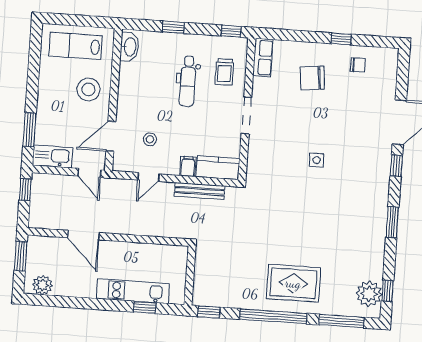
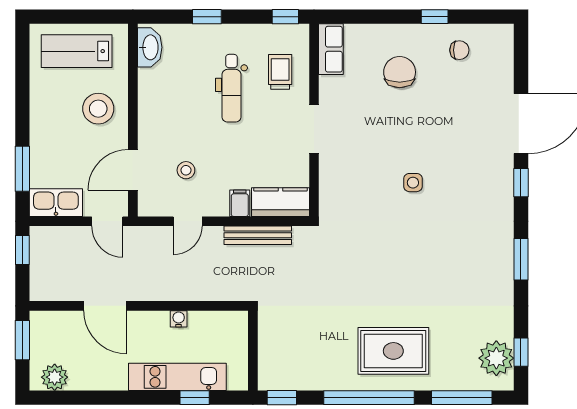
trolley: (224, 72) -> (280, 72), turned 180
chair: (312, 78) -> (400, 72), turned 96
water cooler: (137, 248) -> (179, 319), added

